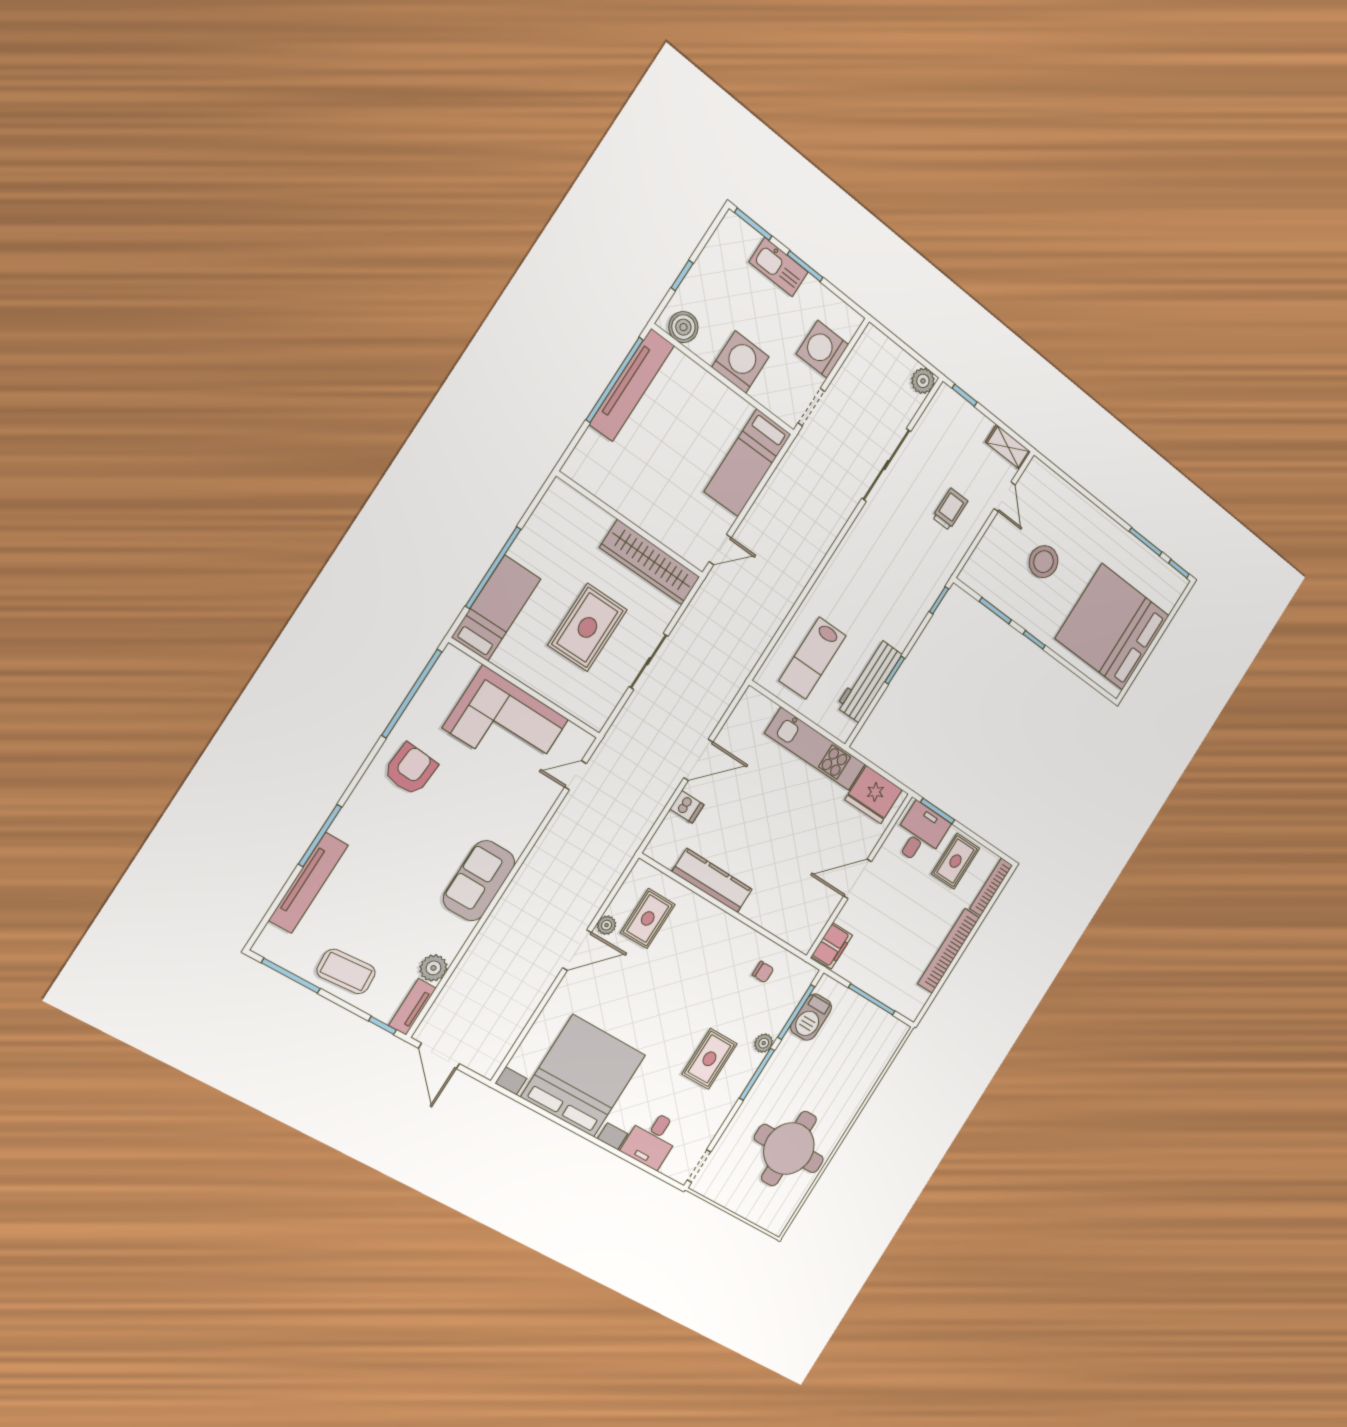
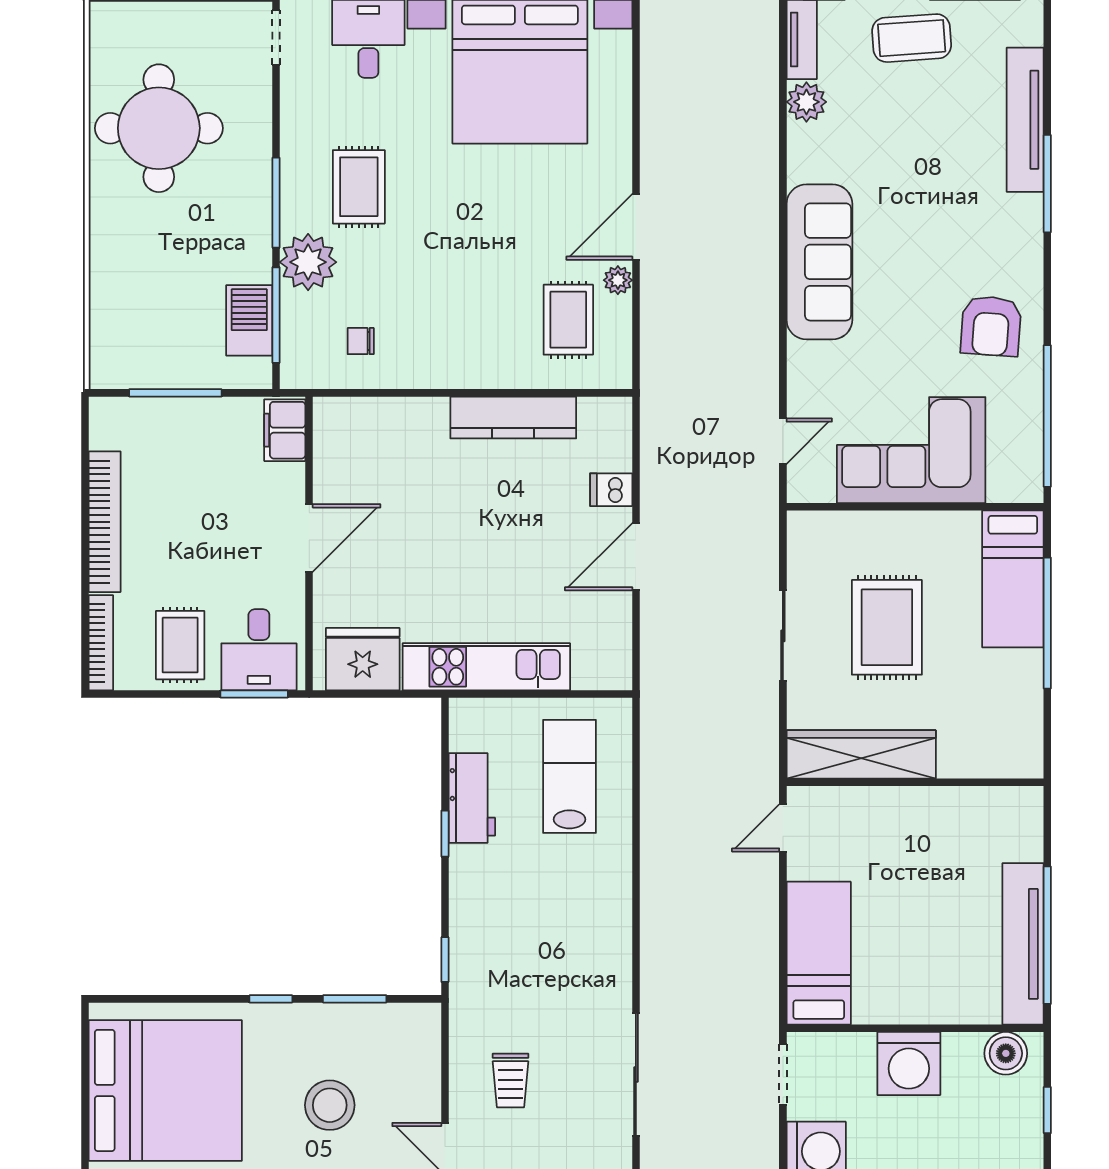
workbench: (869, 681) -> (472, 798), width x0.73
sofa: (479, 881) -> (819, 262), width x1.36
plant: (764, 1043) -> (308, 262), width x1.87, depth x1.87

